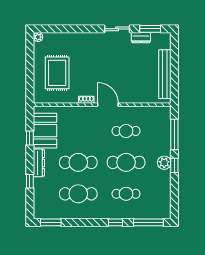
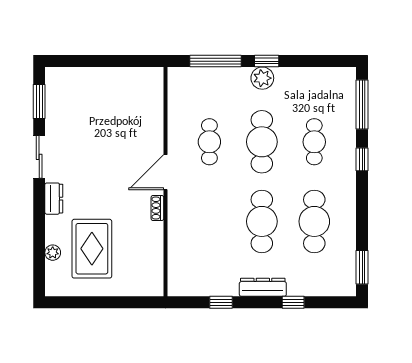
plant: (38, 37) -> (53, 253), moved
dresser: (141, 38) -> (54, 199), moved
rug: (57, 73) -> (92, 249), moved, turned 90
bench: (165, 74) -> (115, 77), removed
booth: (45, 131) -> (209, 277), removed

